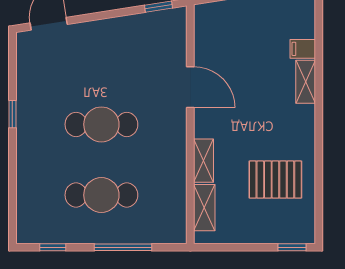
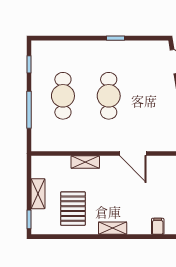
shelving: (306, 82) -> (113, 228), moved
door: (190, 87) -> (133, 153), hinge flipped
shelving: (204, 208) -> (38, 194), moved, turned 90

